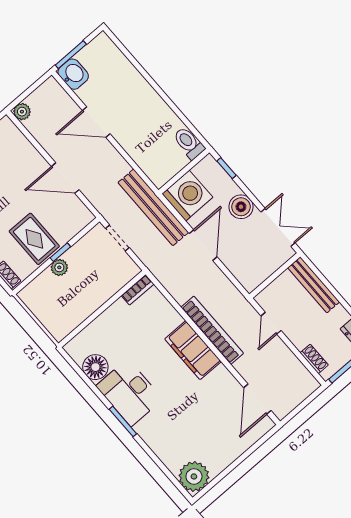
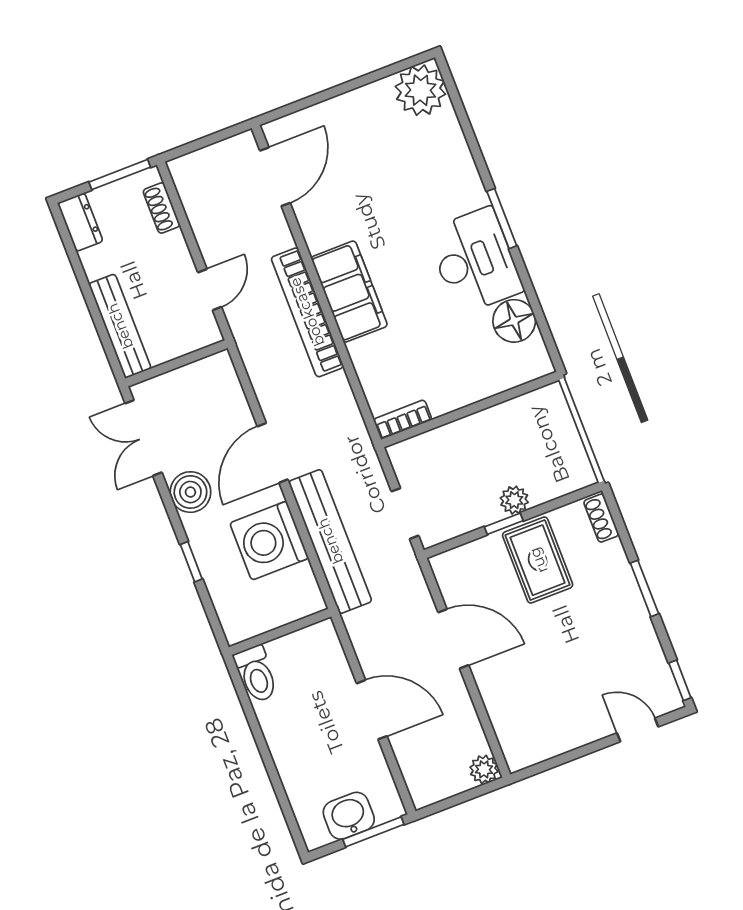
washbasin: (73, 74) -> (349, 816), moved, turned 90
toilet: (189, 143) -> (256, 674), moved
wall: (184, 171) -> (280, 632), moved

